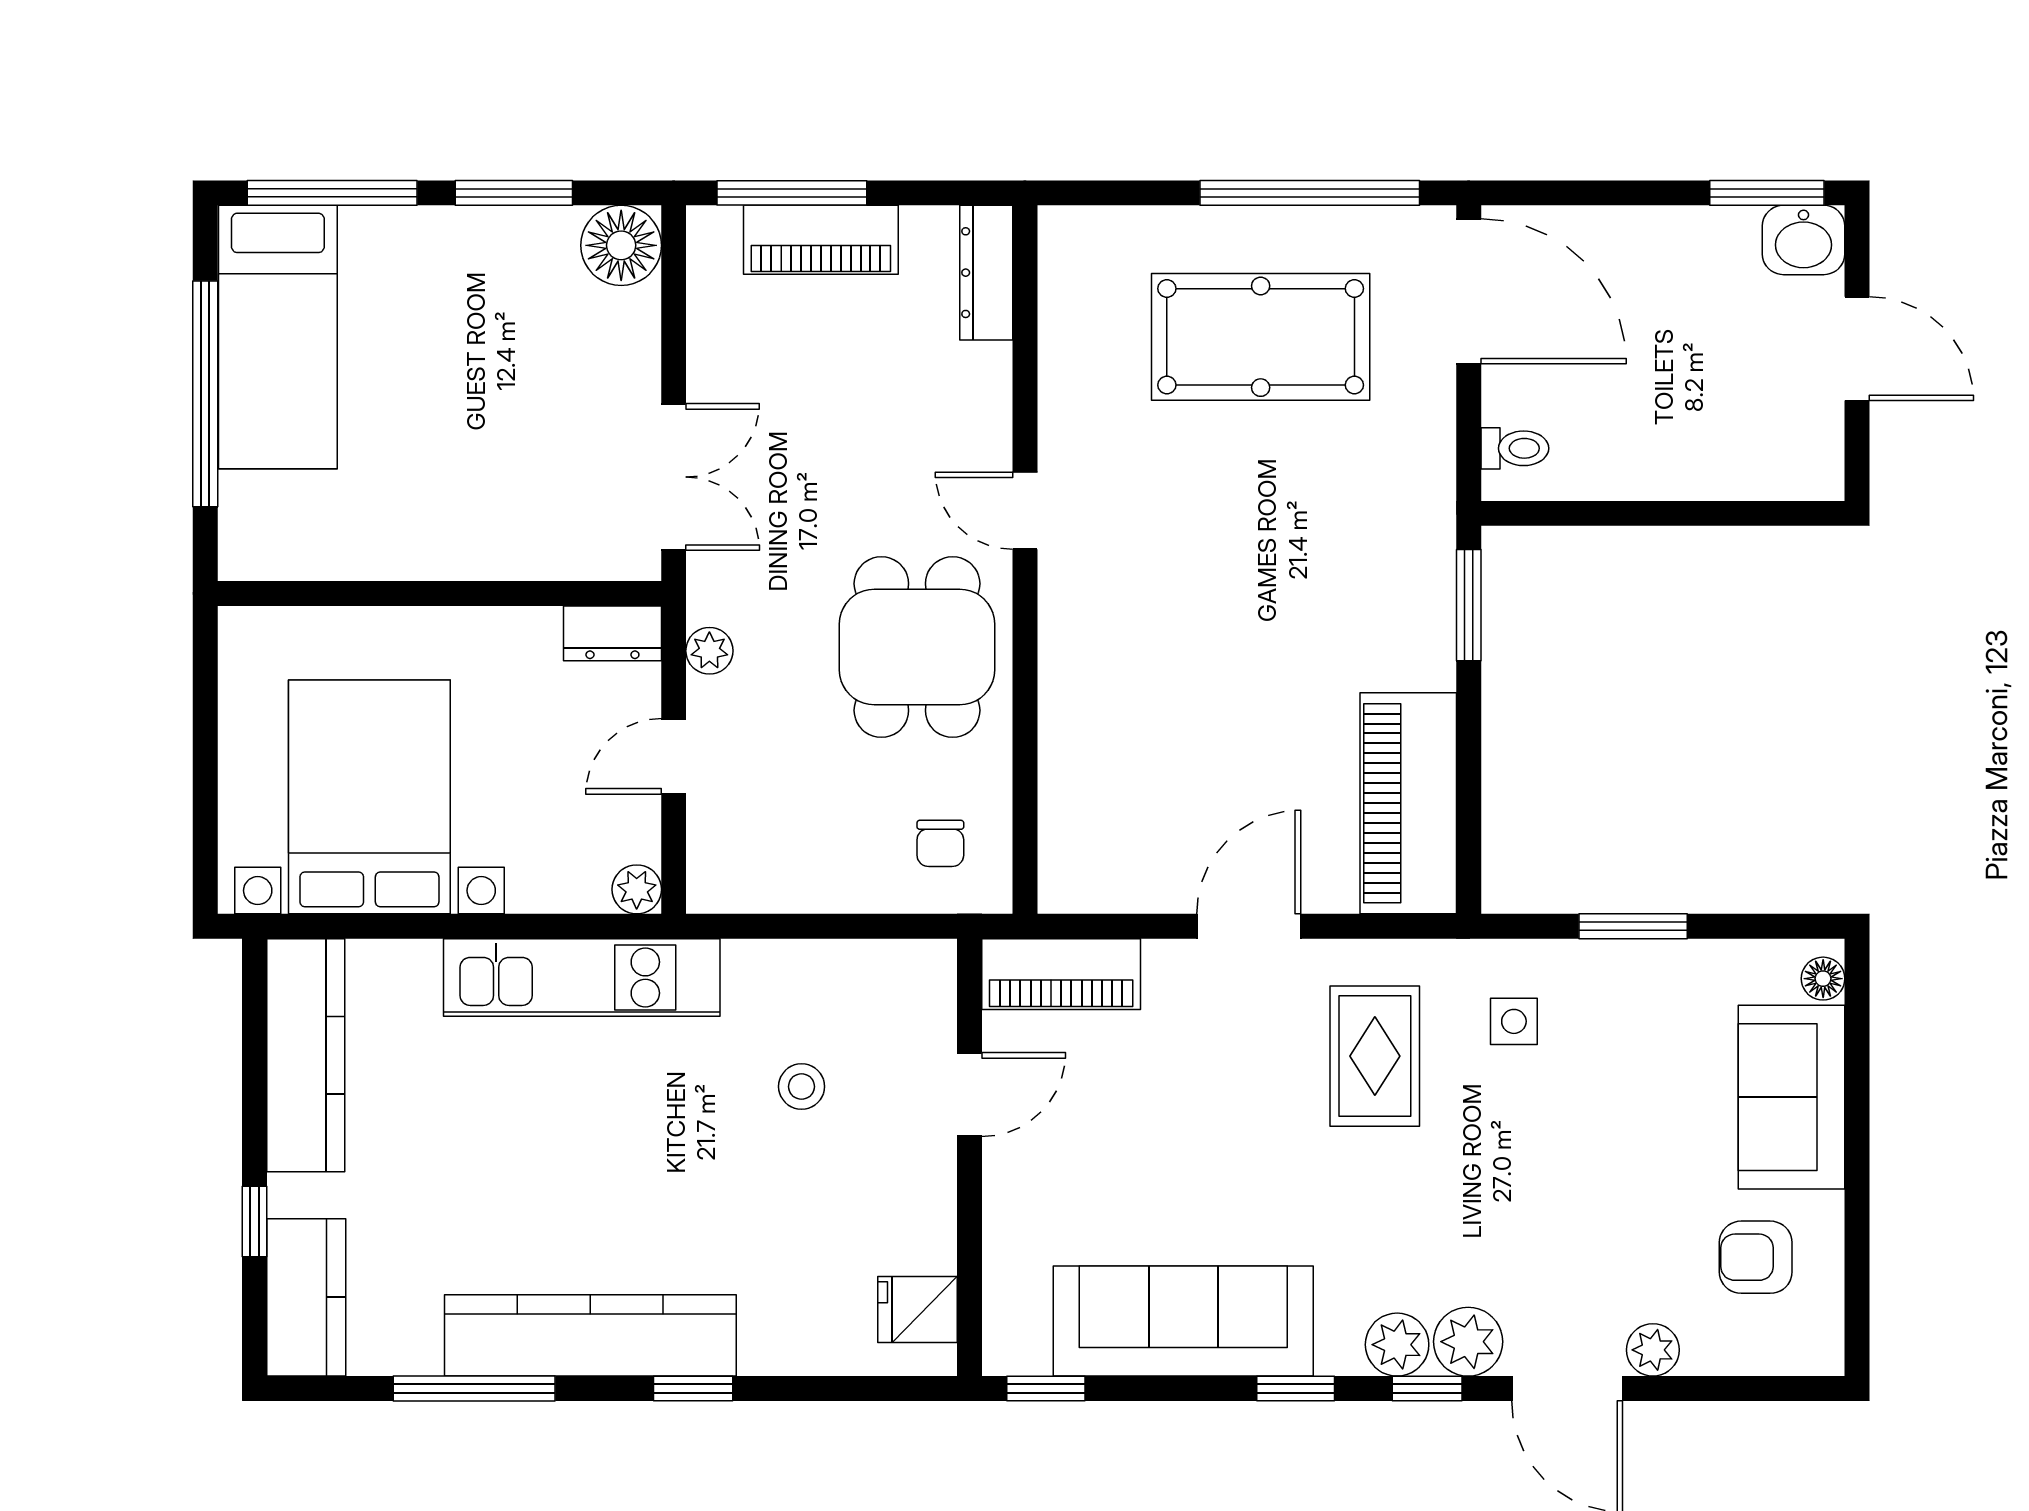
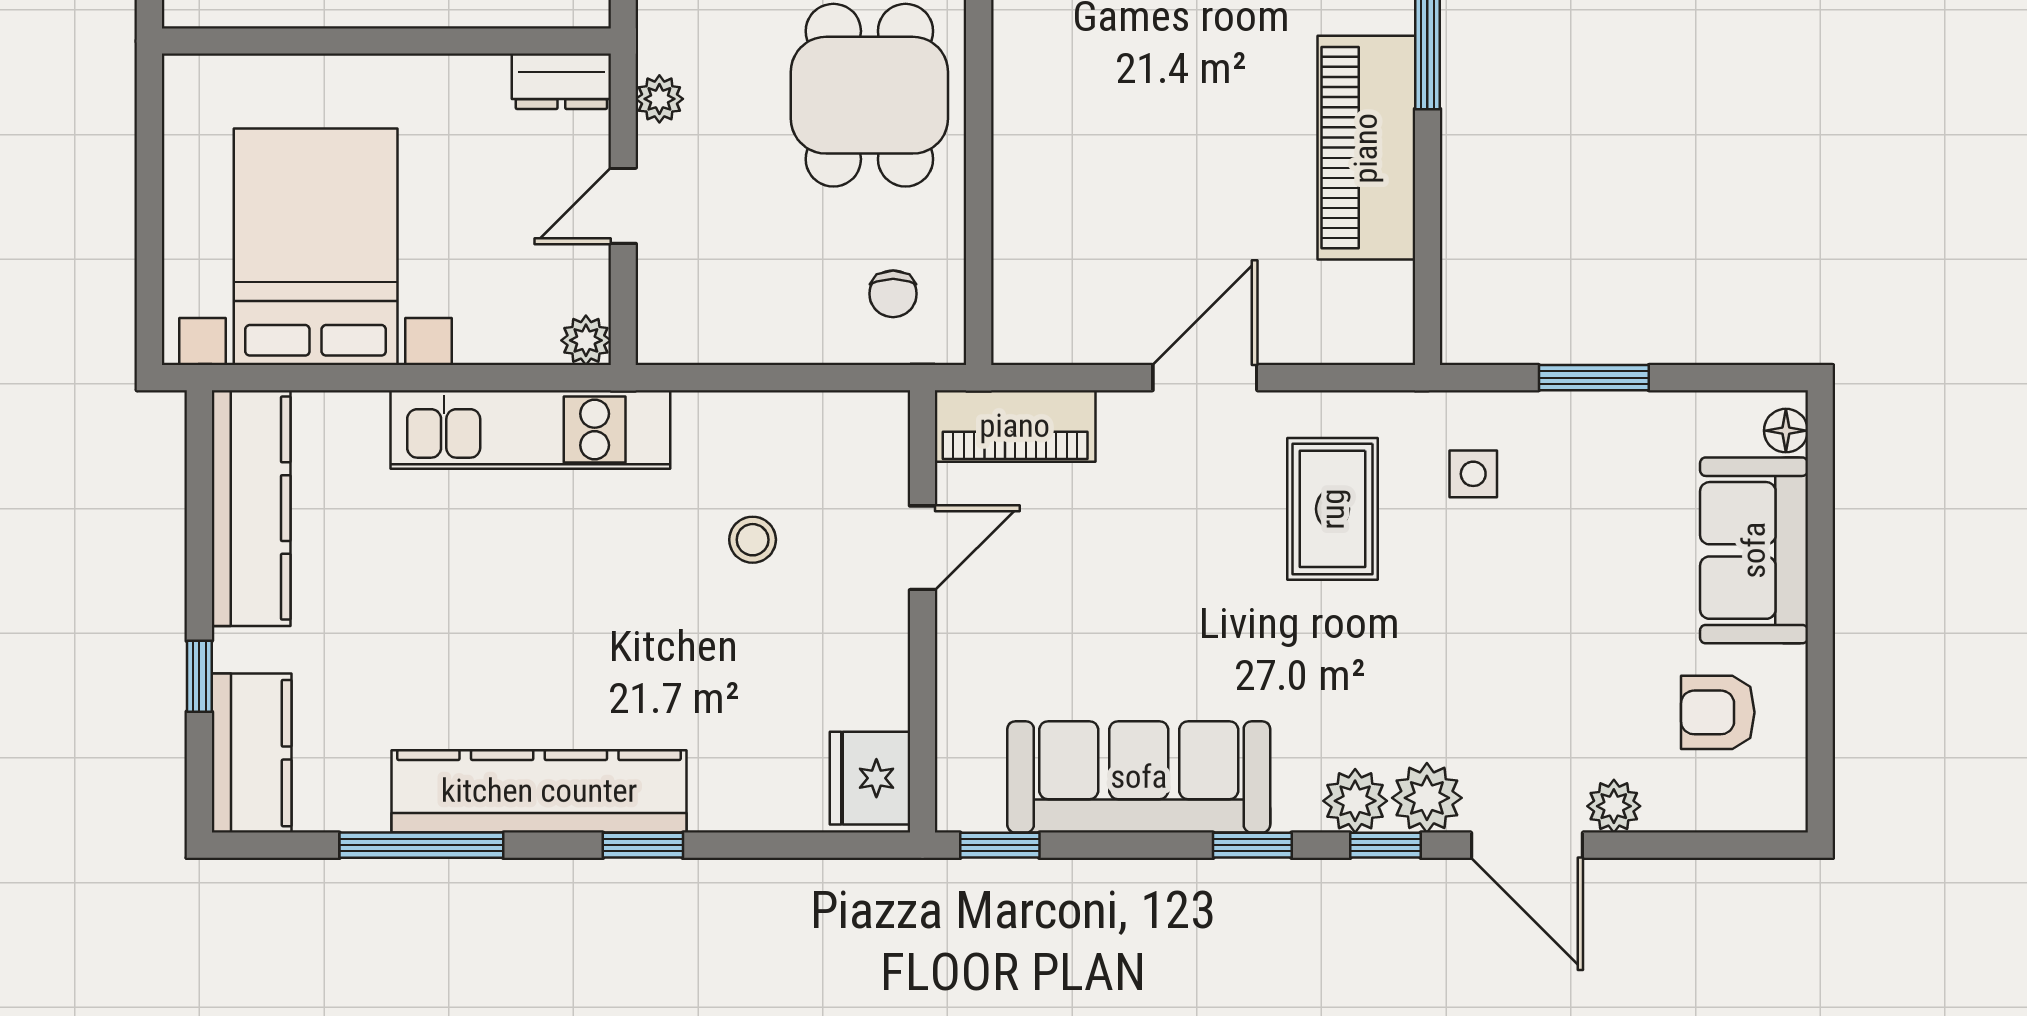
piano: (1408, 803) -> (1366, 148), moved
fridge: (918, 1309) -> (870, 778), width x1.38

